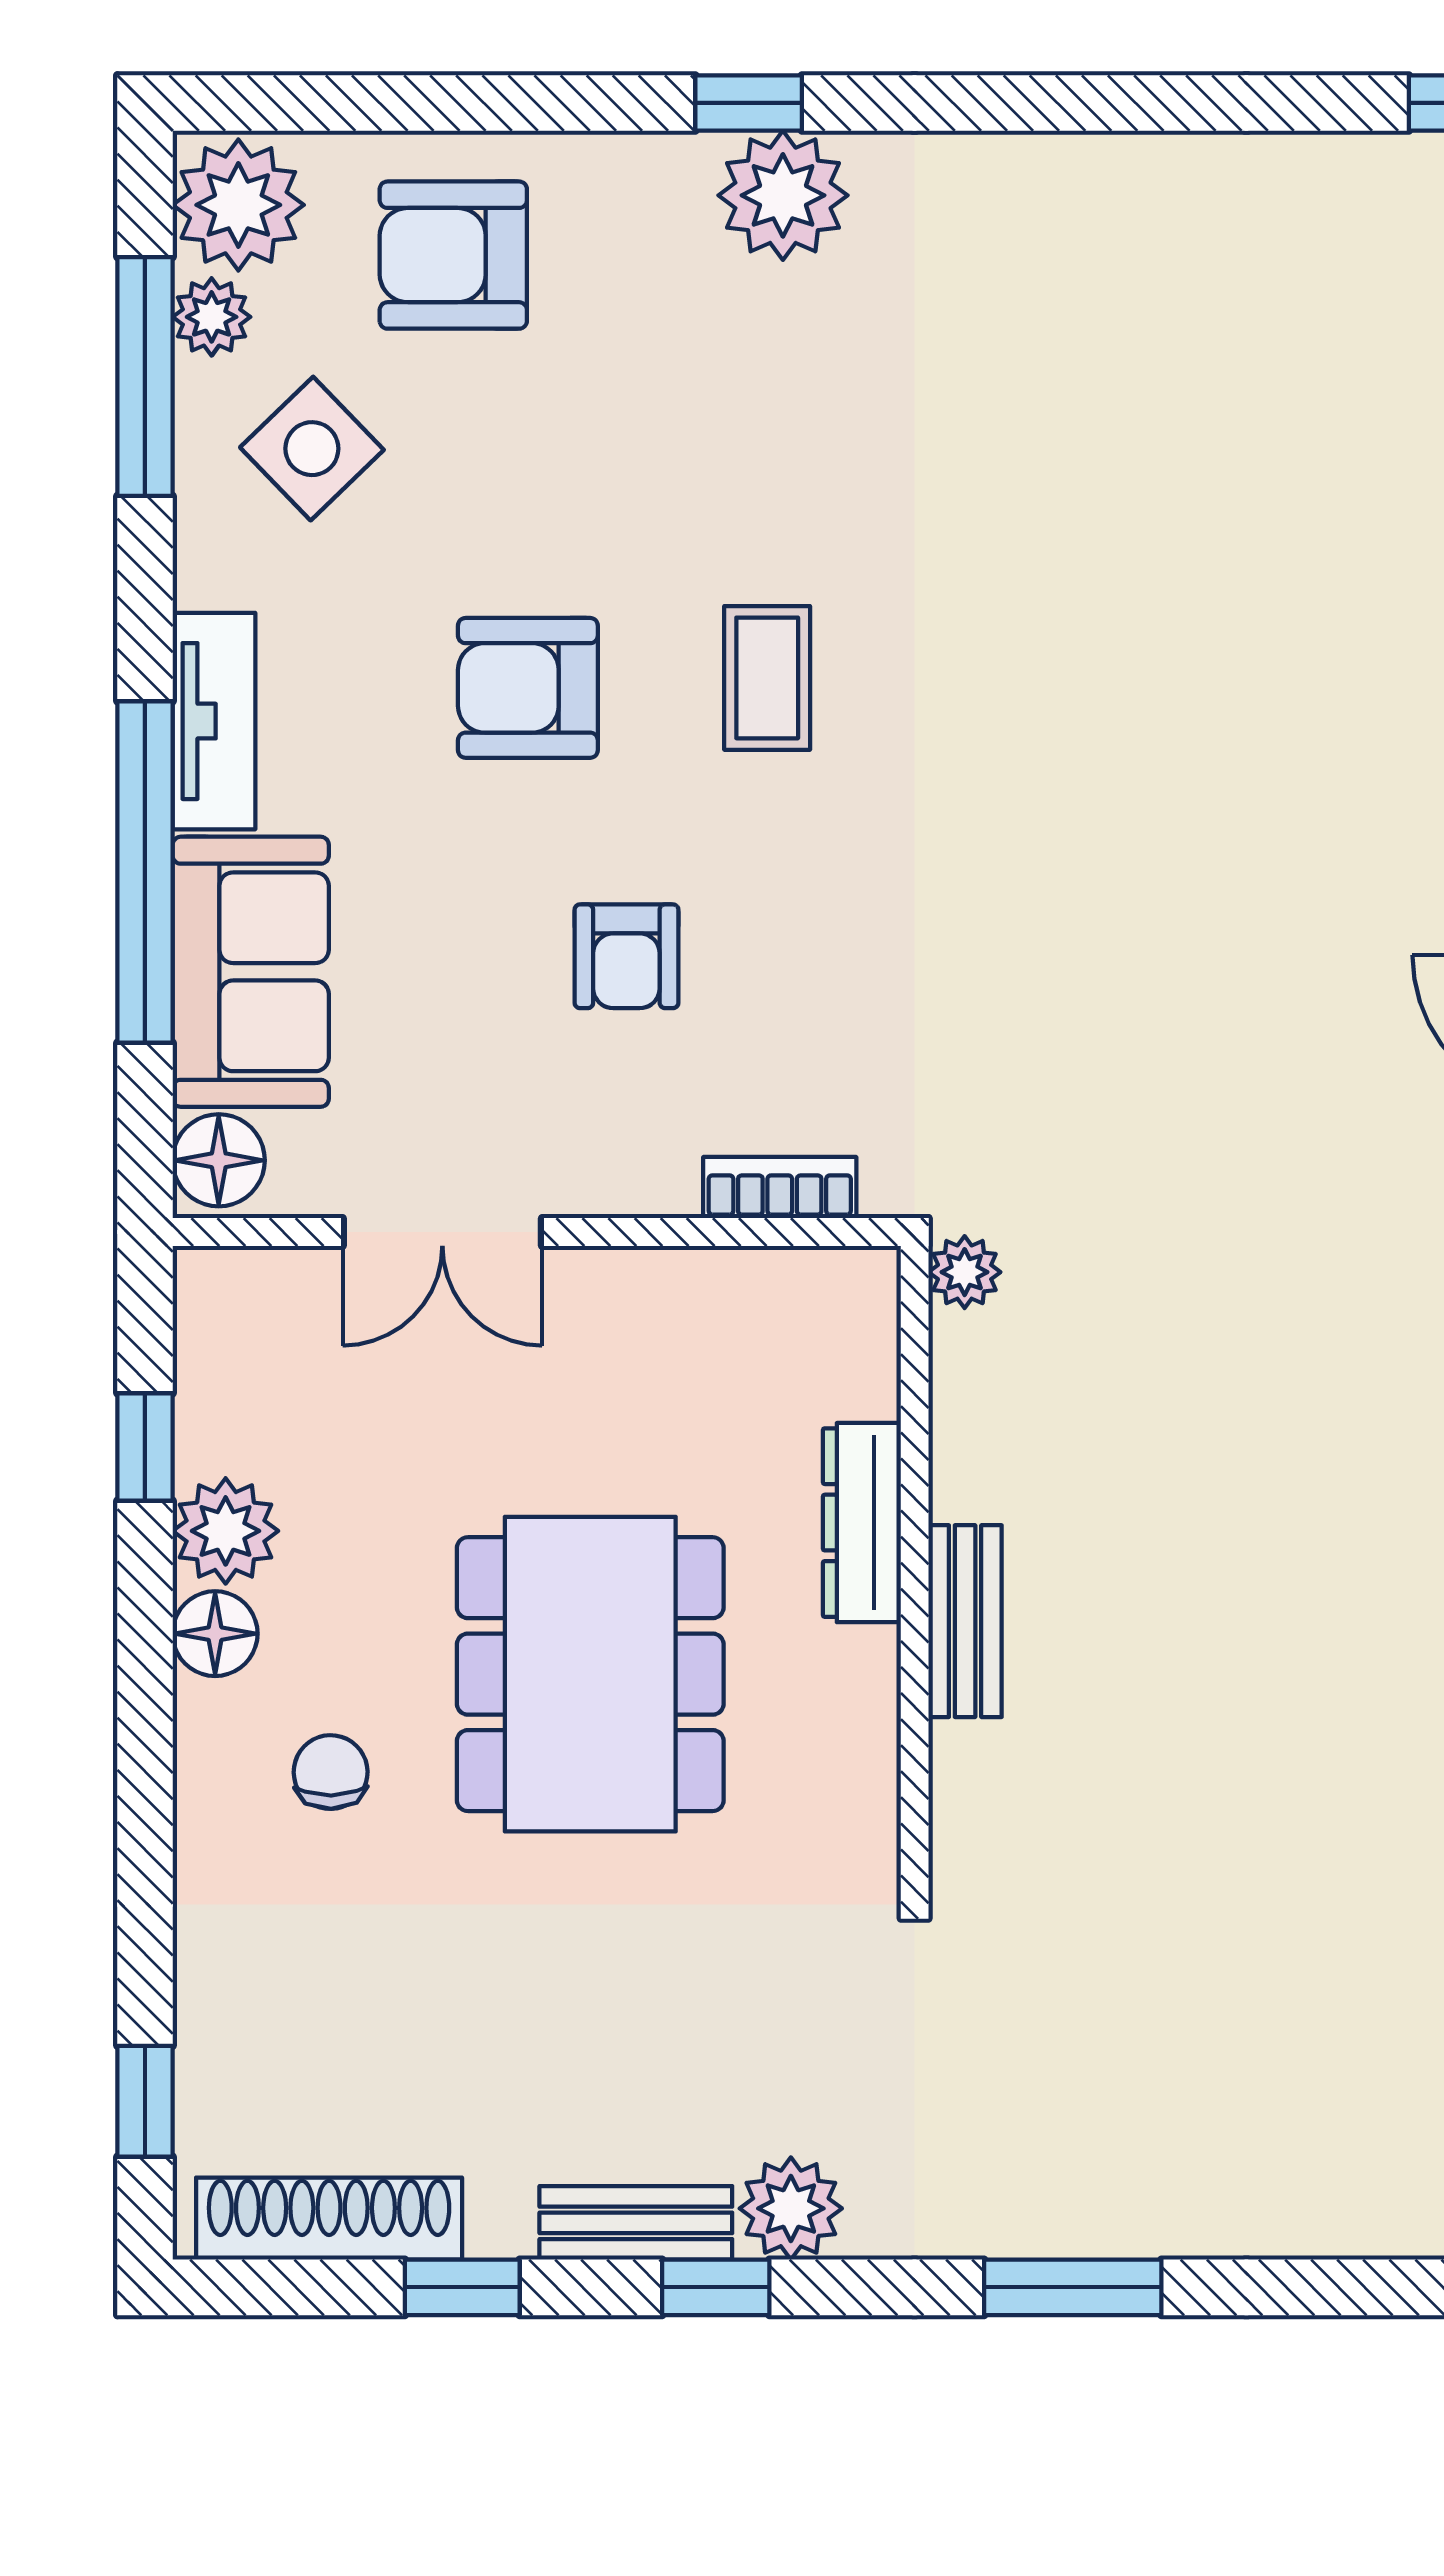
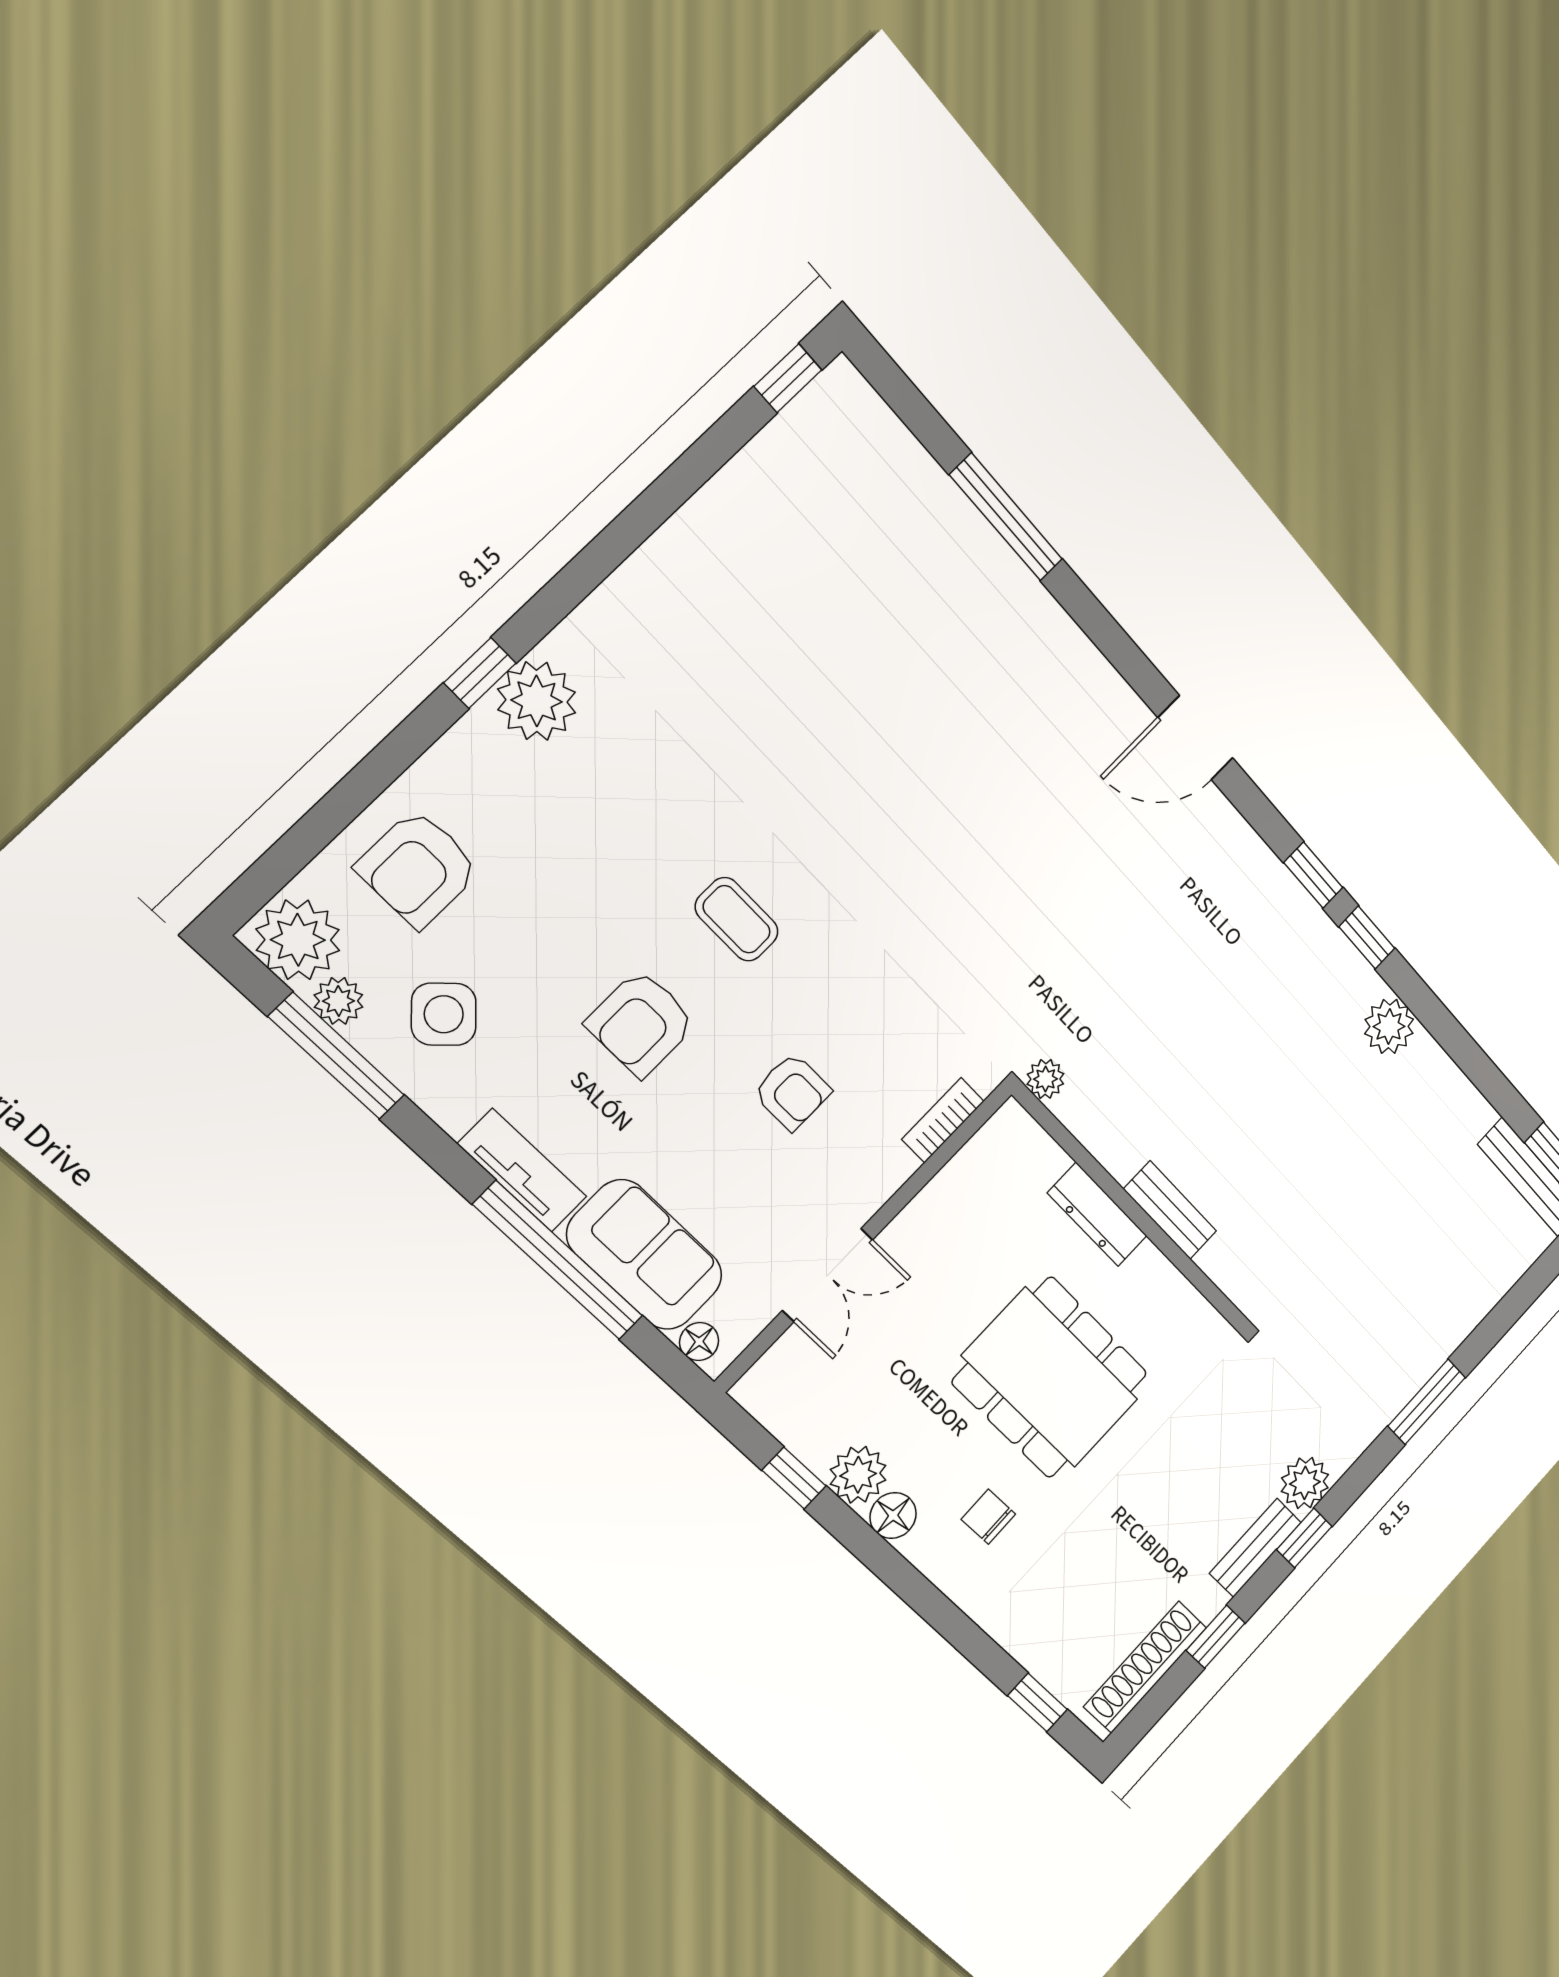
floor lamp: (219, 1160) -> (699, 1342), width x0.73, depth x0.73

